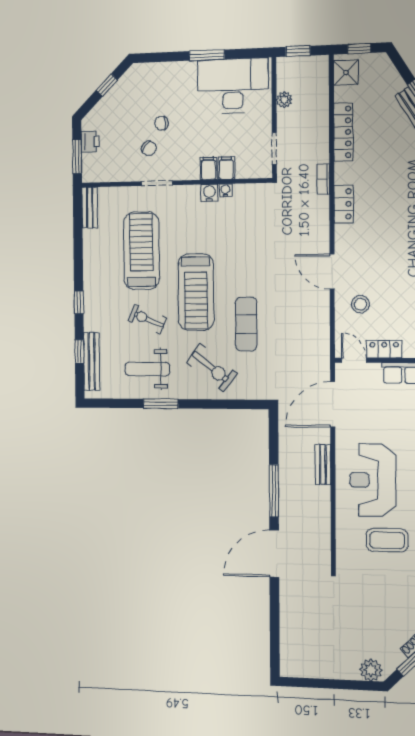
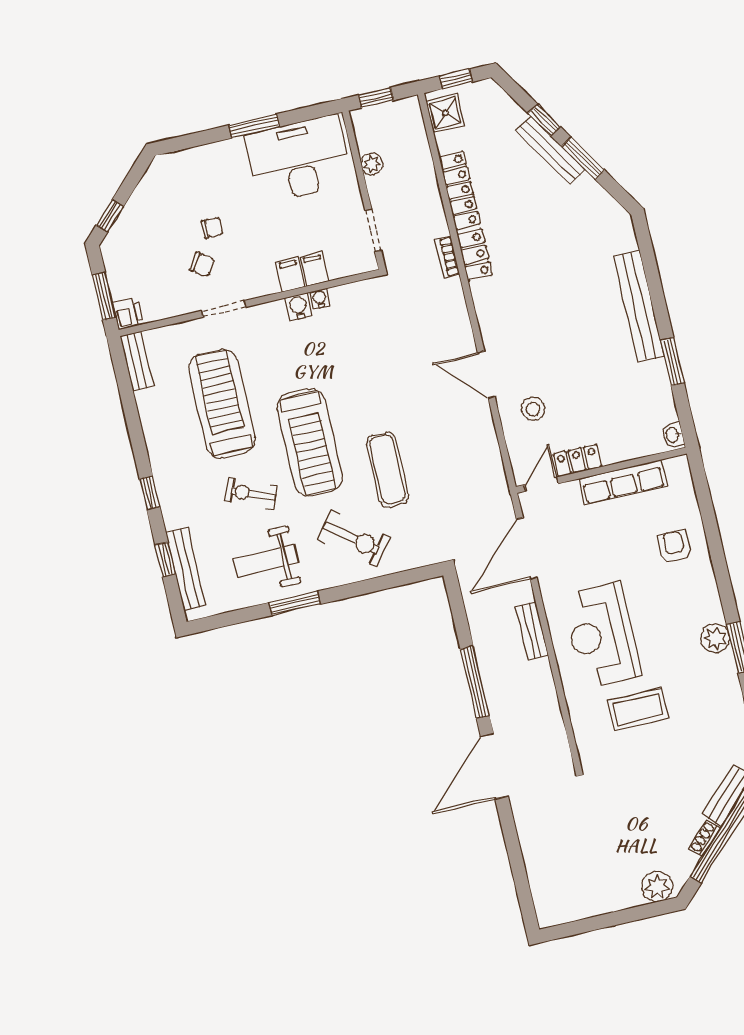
window: (107, 85) -> (110, 216), moved
chair: (161, 123) -> (212, 228), turned 180
printer: (90, 142) -> (128, 313), moved
locker: (344, 204) -> (475, 255), moved
door: (354, 360) -> (541, 484), hinge flipped

